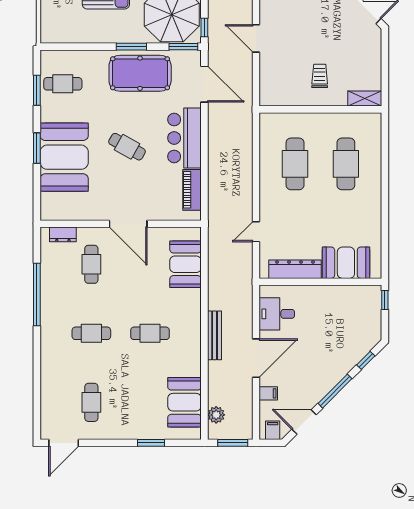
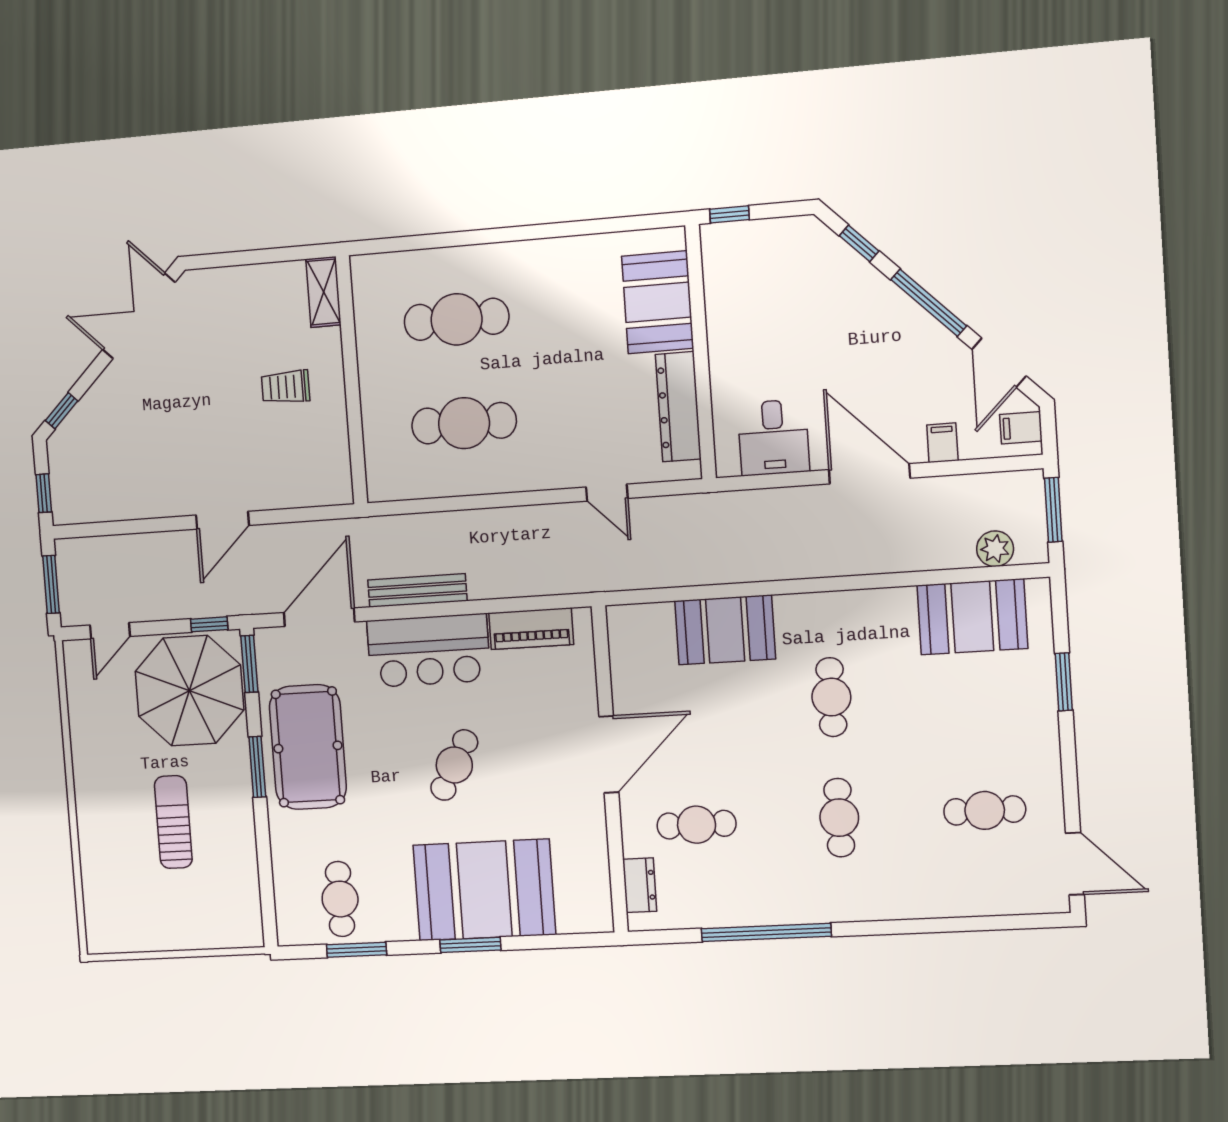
booth: (186, 264) -> (725, 630), moved
bench: (215, 335) -> (417, 590), moved

